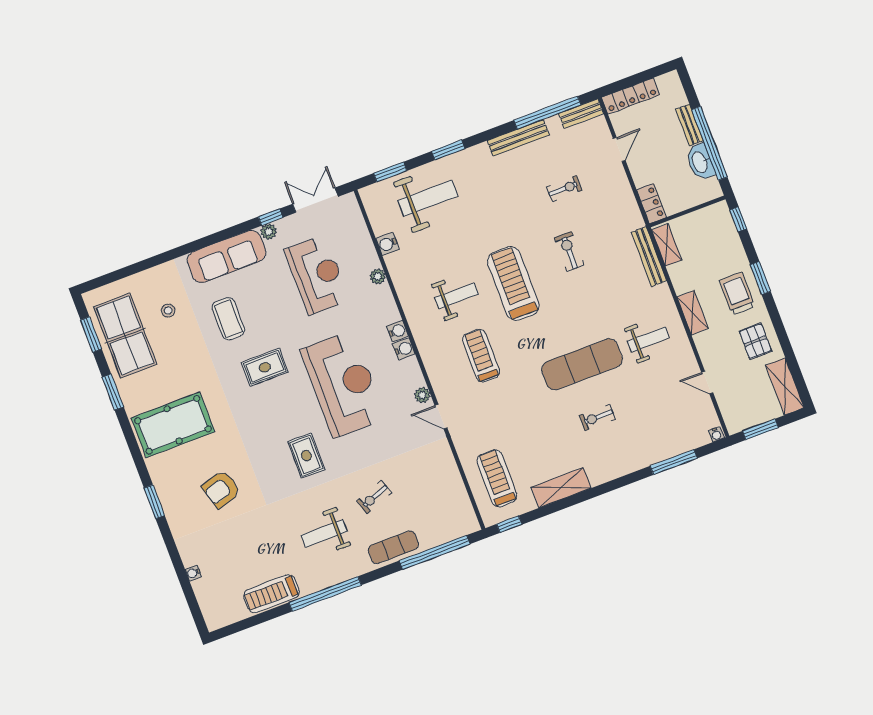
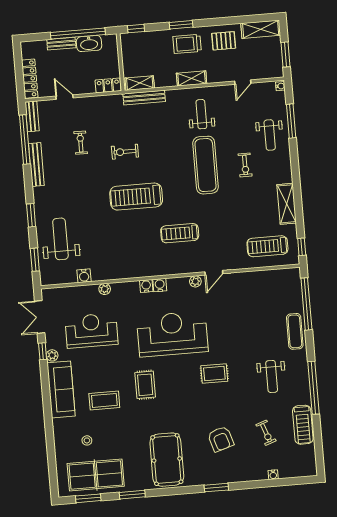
weight bench: (457, 296) -> (270, 135), moved, turned 180
exercise bike: (374, 497) -> (266, 433), moved

